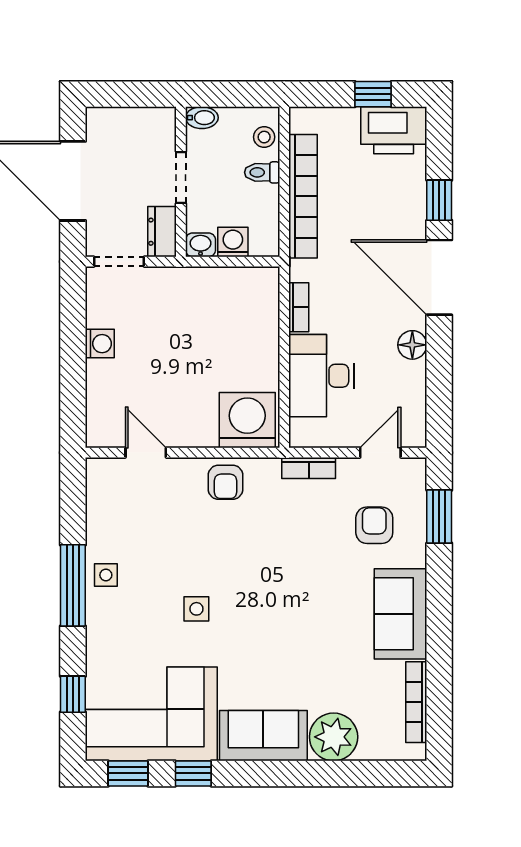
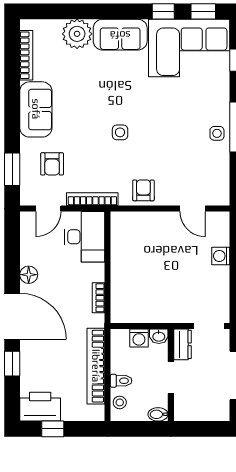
washing machine: (100, 344) -> (221, 256), moved
desk: (321, 376) -> (85, 237), moved
washing machine: (247, 420) -> (130, 229), removed
bookcase: (309, 468) -> (92, 199), width x1.56
side table: (196, 609) -> (120, 132), moved

